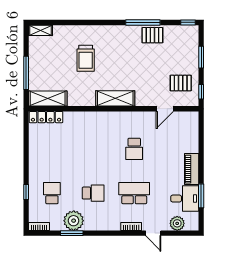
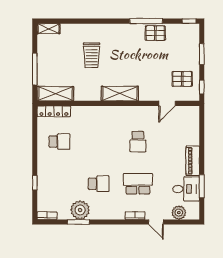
school desk: (52, 193) -> (59, 142), moved, turned 90

